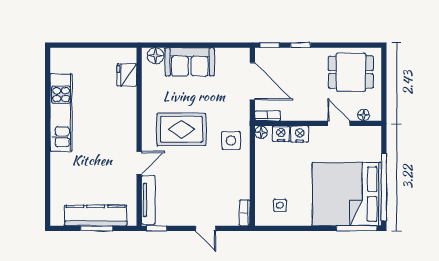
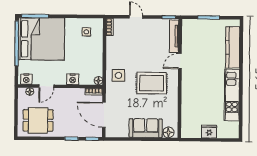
fridge: (127, 75) -> (209, 132), moved, turned -90
door: (339, 123) -> (46, 86), hinge flipped
nightstand: (281, 134) -> (26, 79), moved
kitchen counter: (96, 215) -> (233, 47), moved, turned 90

